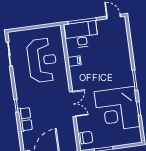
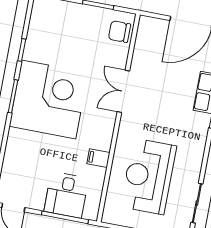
desk: (81, 35) -> (66, 195), width x0.73
corner desk: (117, 109) -> (49, 99), moved

